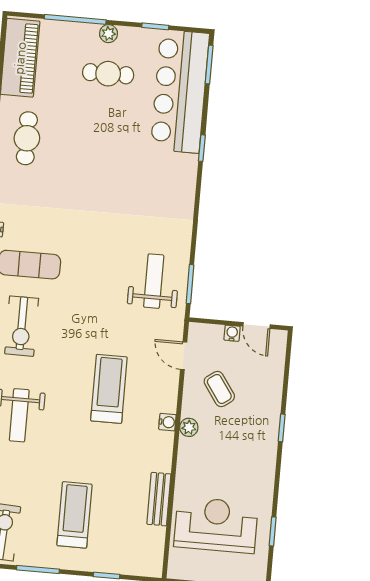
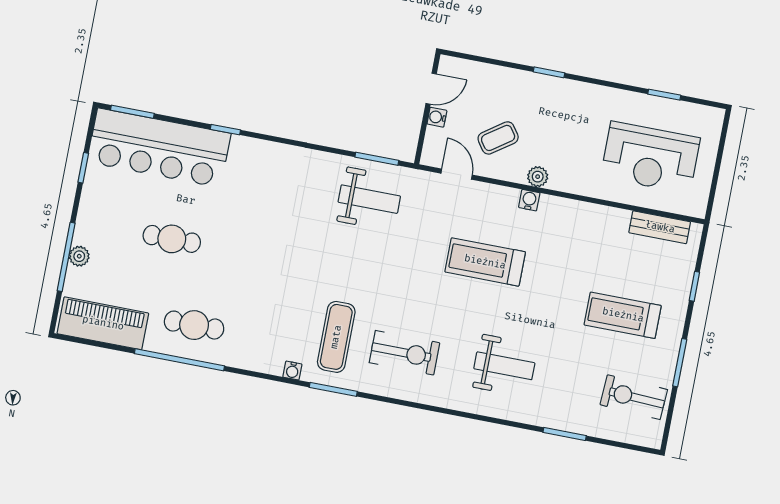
plant: (109, 34) -> (79, 256), moved
cafe table: (108, 74) -> (172, 239), moved, turned 90
weight bench: (154, 281) -> (369, 199), turned 180
door: (184, 356) -> (457, 174), swing flipped
bench: (159, 499) -> (660, 227), moved
reception desk: (216, 525) -> (650, 157), turned -90

